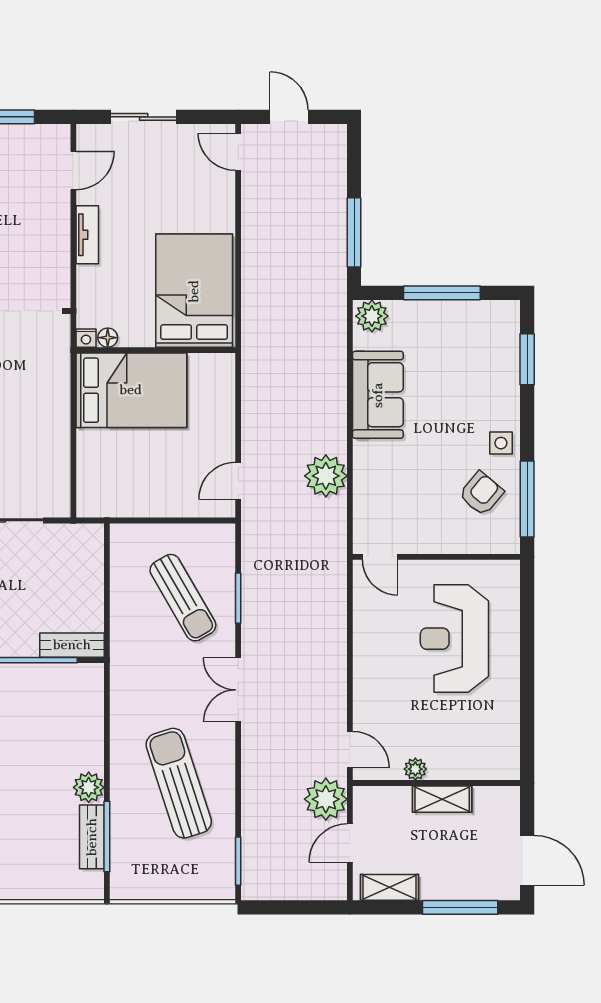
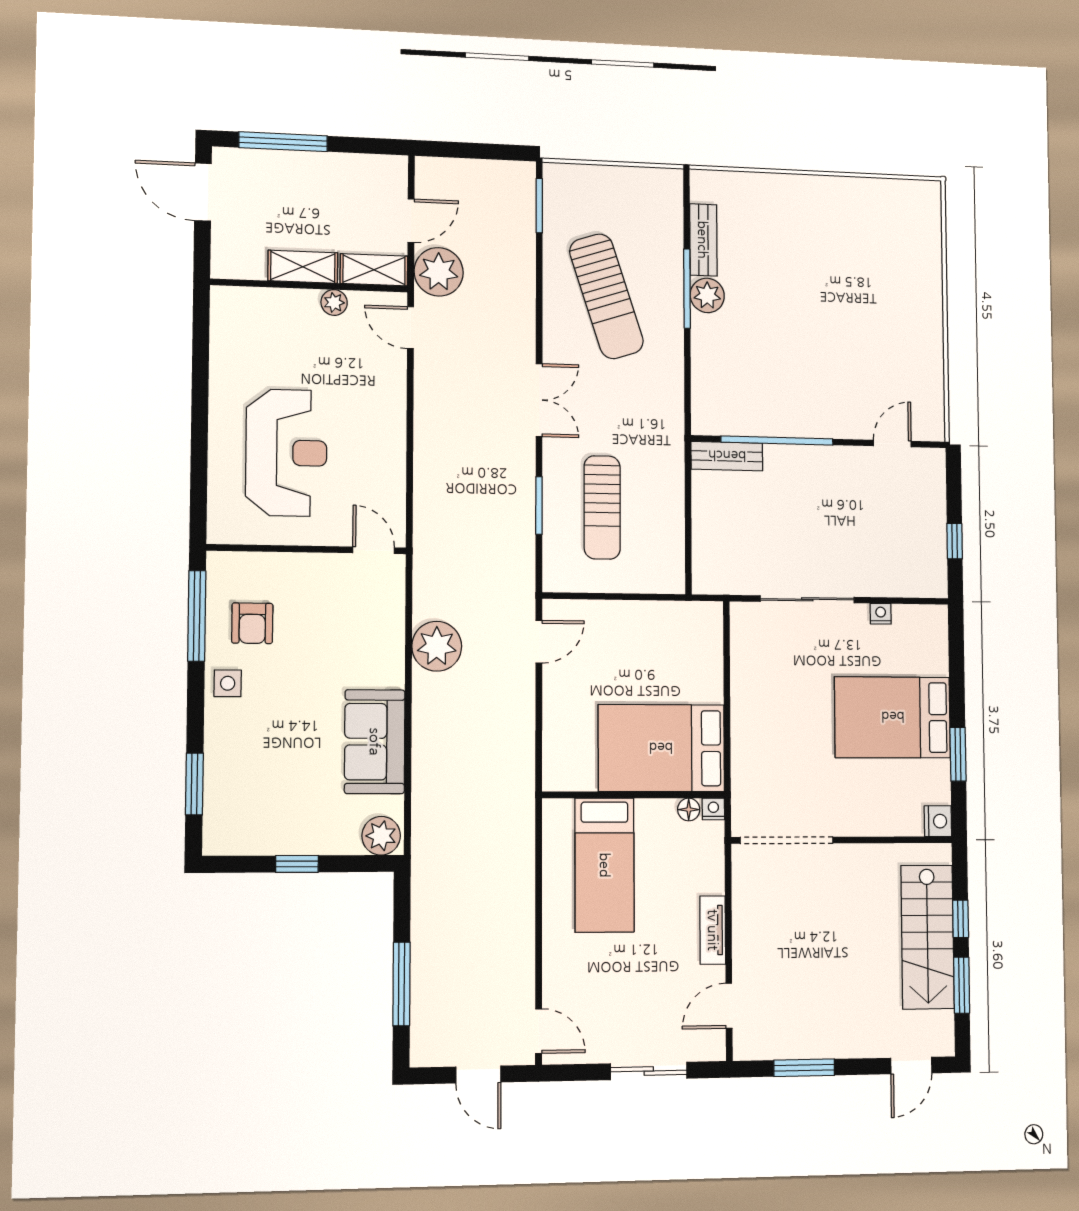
window: (354, 232) -> (401, 984), moved
bed: (194, 291) -> (605, 865), width x0.67
window: (442, 293) -> (297, 864), width x0.46
armchair: (481, 494) -> (252, 623), turned -40
sun lounger: (183, 598) -> (602, 507), turned -150
window: (107, 837) -> (687, 289), moved
shelving: (390, 887) -> (374, 270), moved

